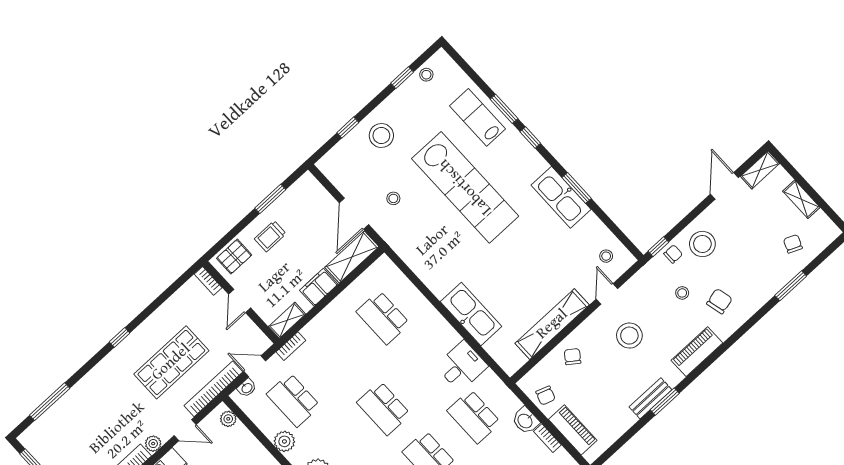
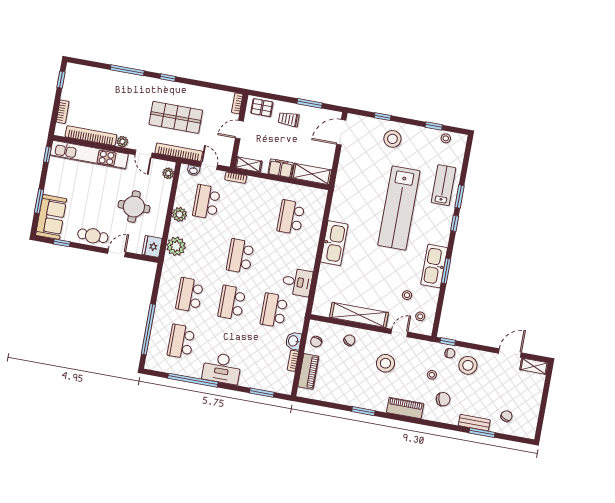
stool: (393, 198) -> (407, 295), moved
shelving: (801, 199) -> (535, 402), removed
door: (354, 214) -> (341, 132), moved
kitchen sink: (471, 314) -> (334, 243), moved
bench: (650, 398) -> (474, 423), moved
window: (50, 402) -> (127, 70), moved

